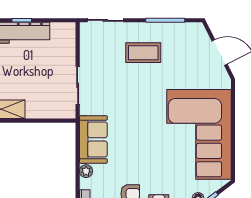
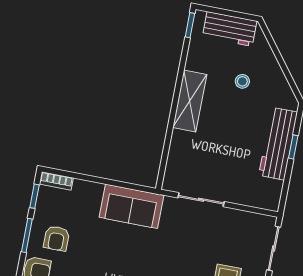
plant: (86, 171) -> (95, 190), removed

